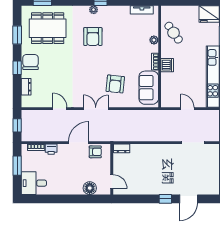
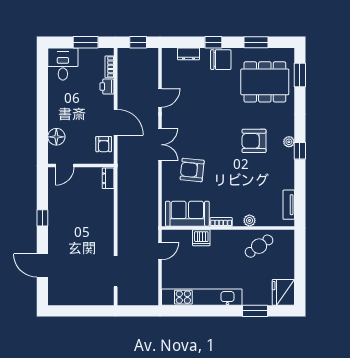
dining table: (48, 28) -> (265, 82), turned 90
dishwasher: (167, 65) -> (201, 238), moved
door: (187, 109) -> (160, 251), moved
window: (165, 199) -> (42, 218), moved

